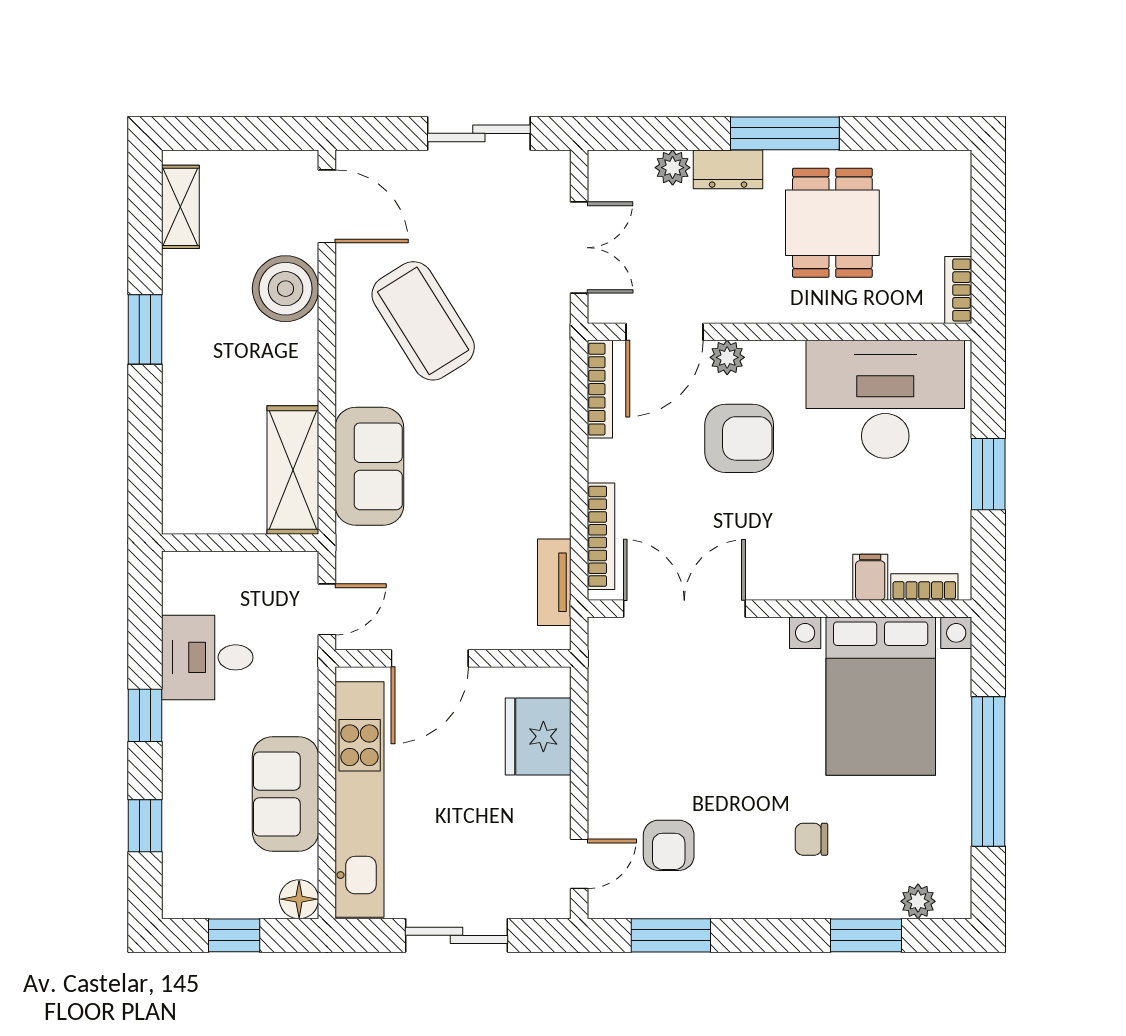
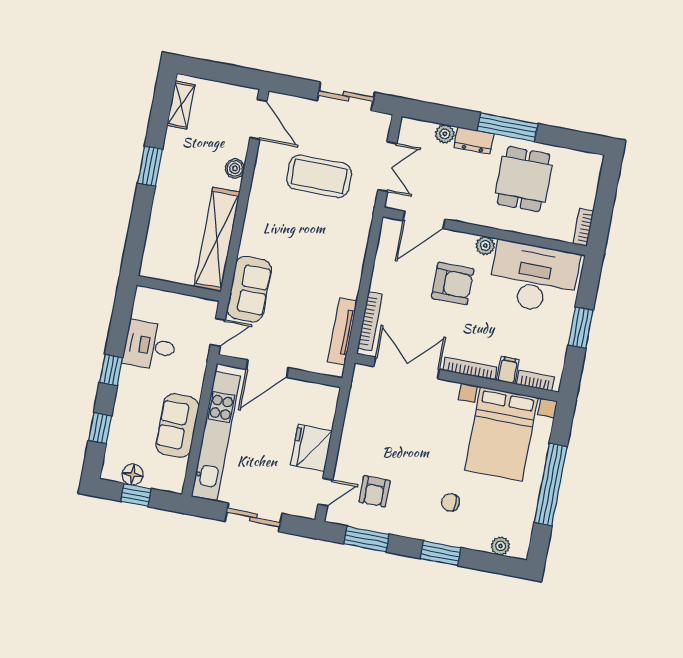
boiler: (286, 289) -> (235, 168), width x0.54, depth x0.54
coffee table: (423, 321) -> (319, 176), moved, turned -58
plant: (727, 357) -> (485, 246), moved
bookcase: (600, 389) -> (470, 369), moved, turned -90
sofa: (369, 466) -> (249, 289), moved
shelving: (293, 470) -> (217, 239), width x1.47
tv unit: (554, 582) -> (342, 332), width x1.41
fridge: (538, 736) -> (311, 448), moved
floor lamp: (299, 899) -> (133, 475), moved
window: (866, 935) -> (441, 553), moved

